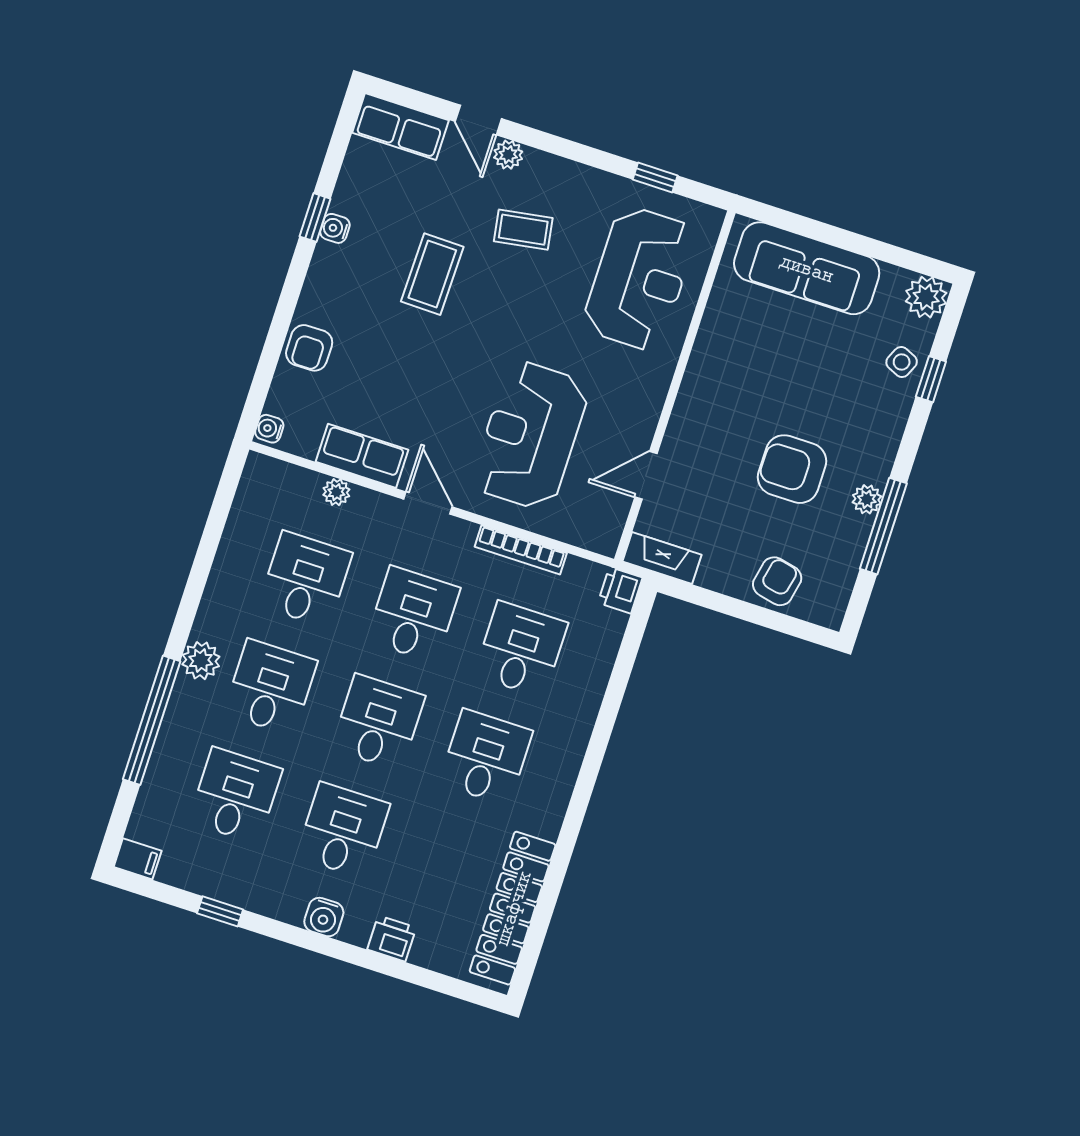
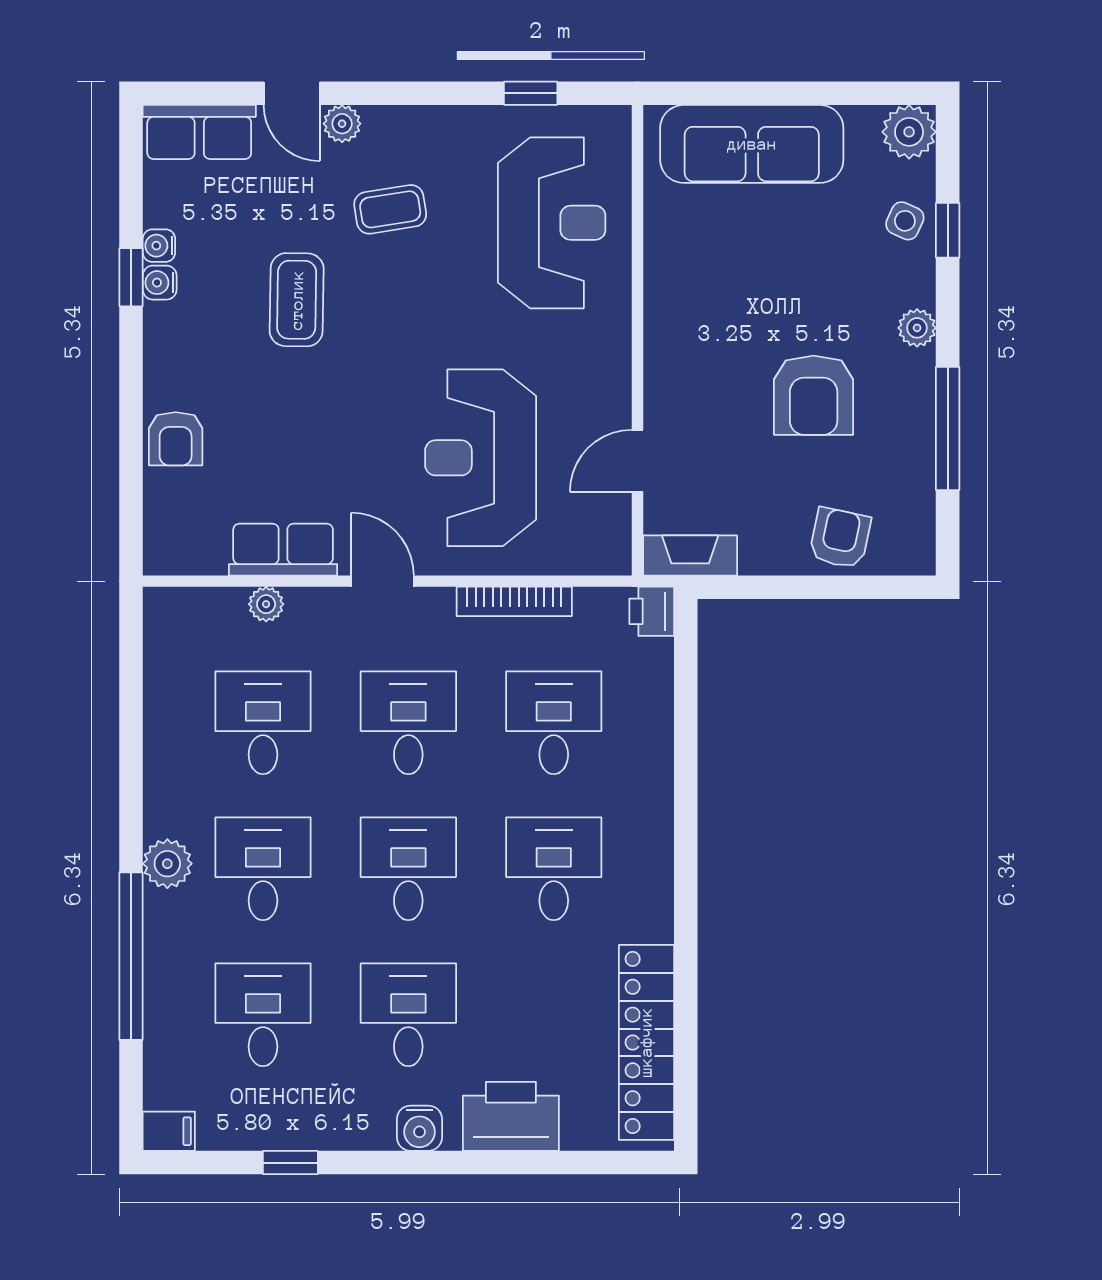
water cooler: (269, 429) -> (159, 246), moved
armchair: (792, 469) -> (814, 395), turned -90
plant: (867, 499) -> (917, 328), moved
printer: (392, 939) -> (511, 1116), width x1.87, depth x1.48

